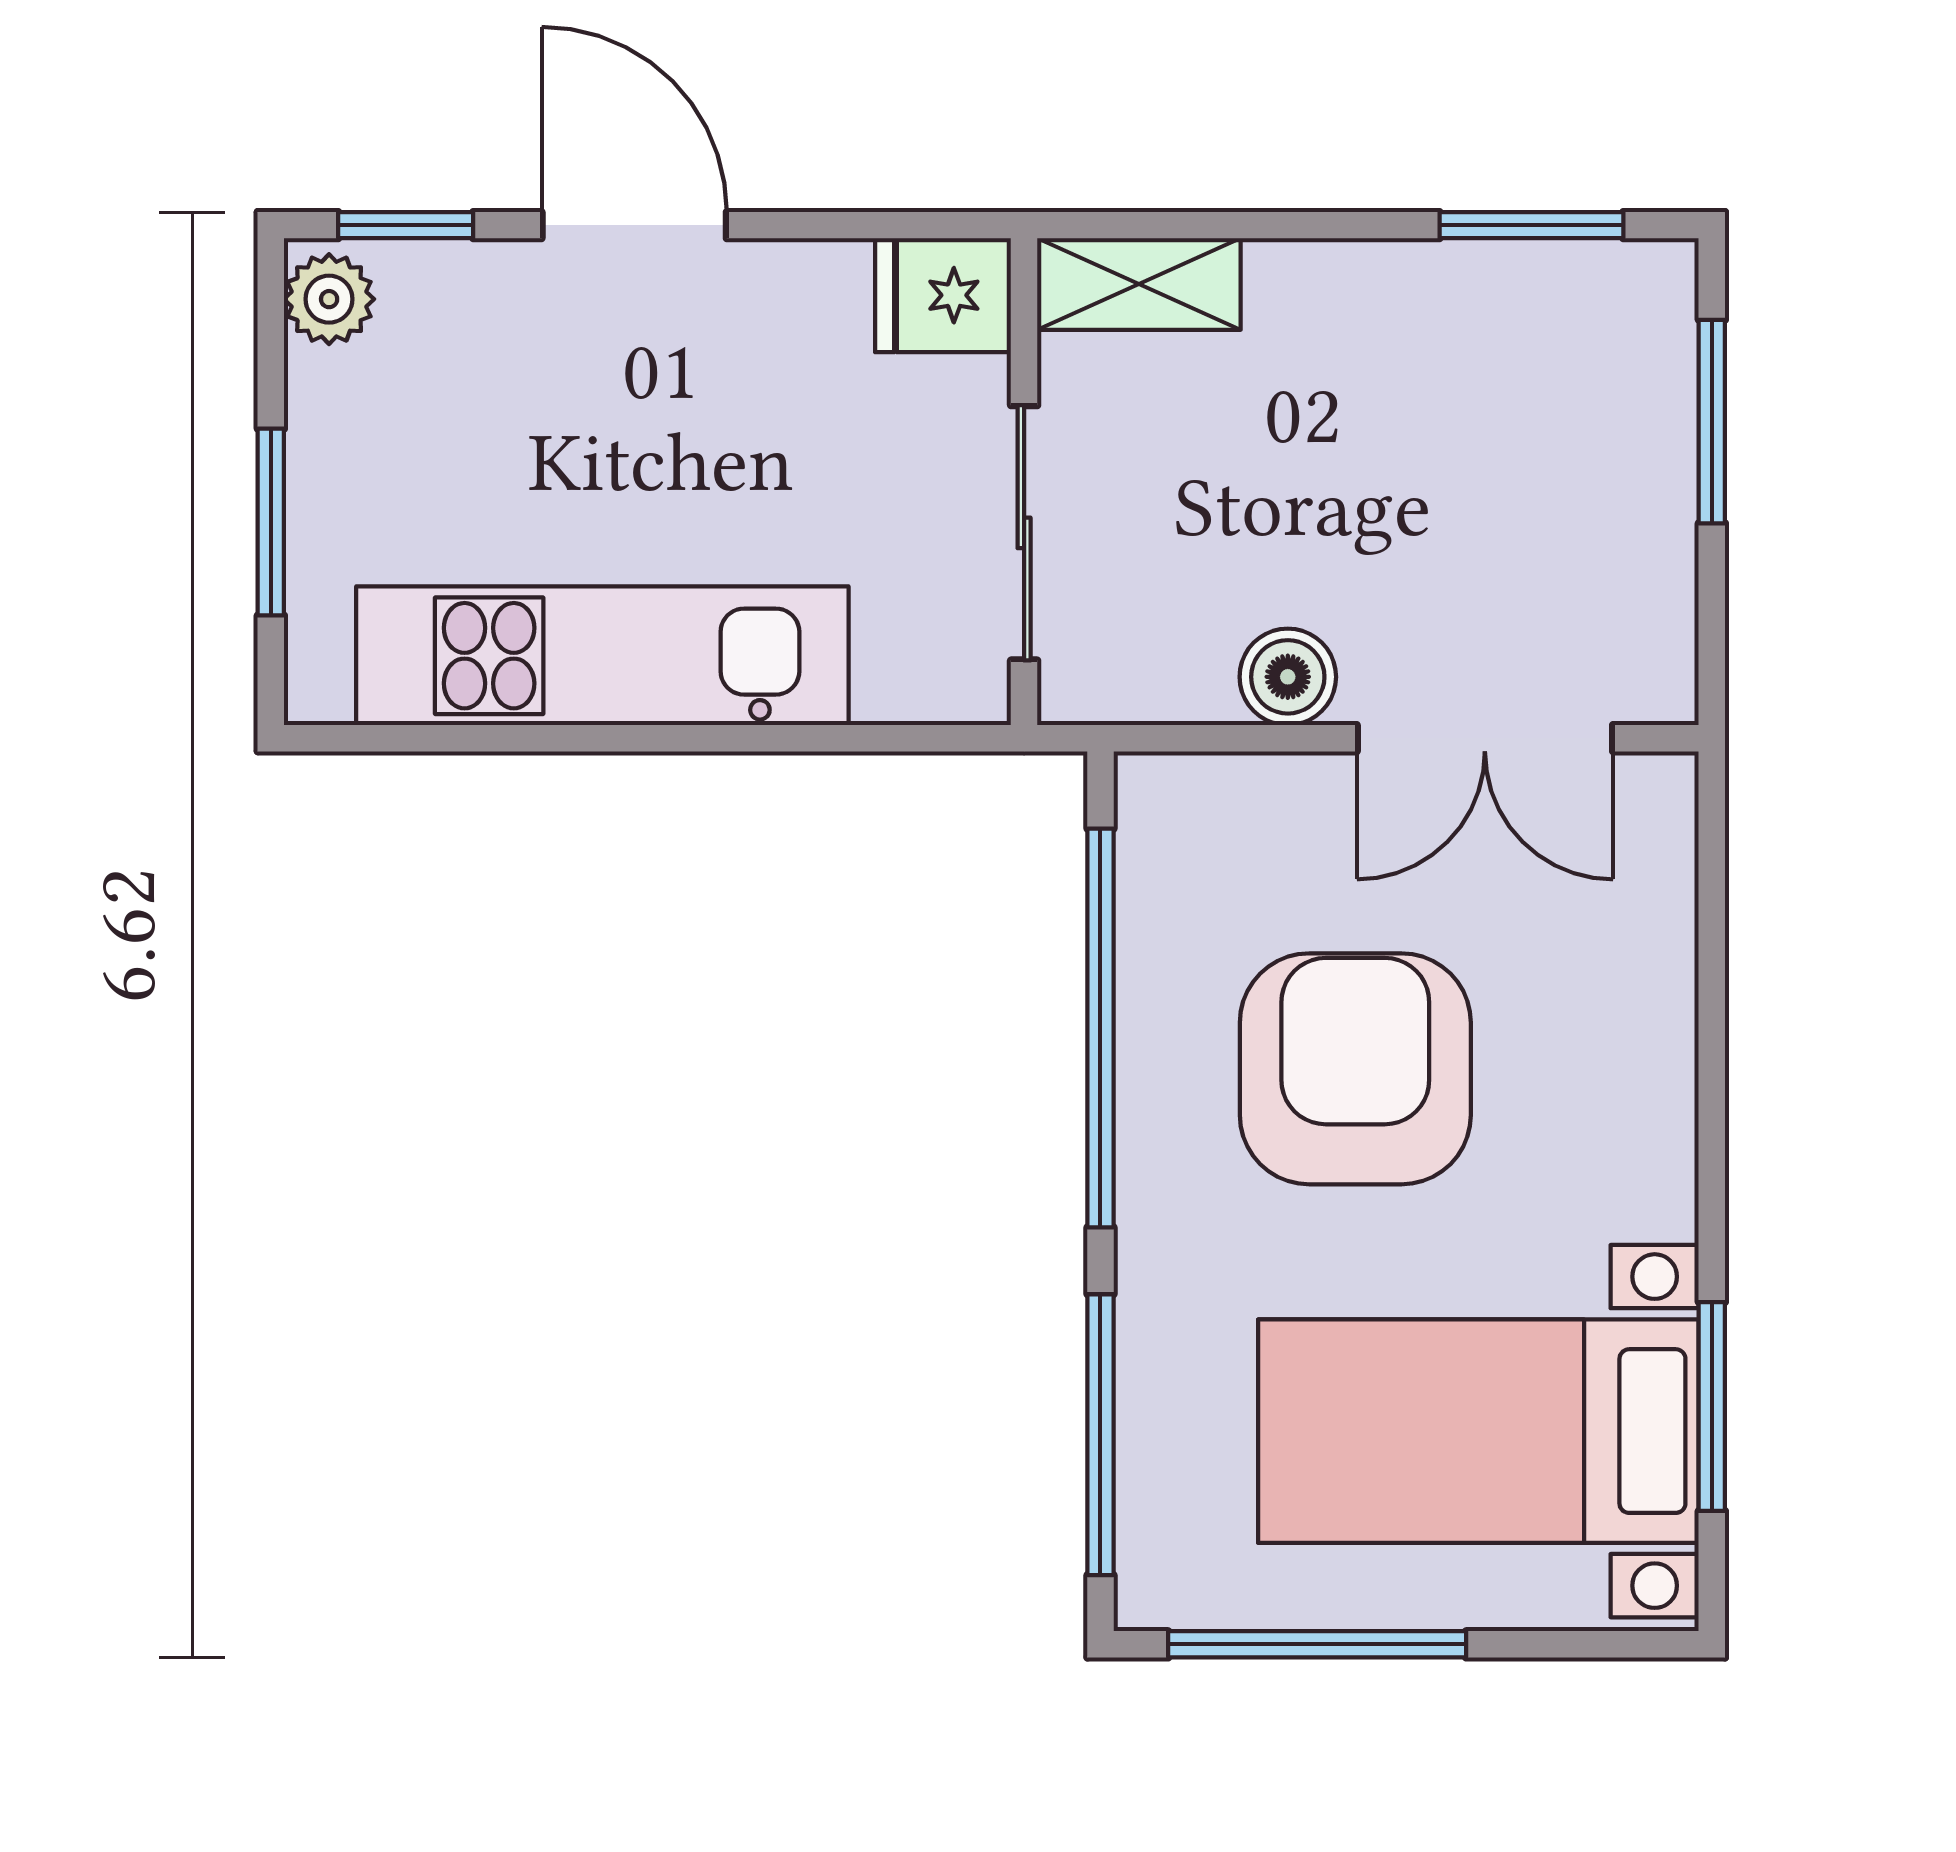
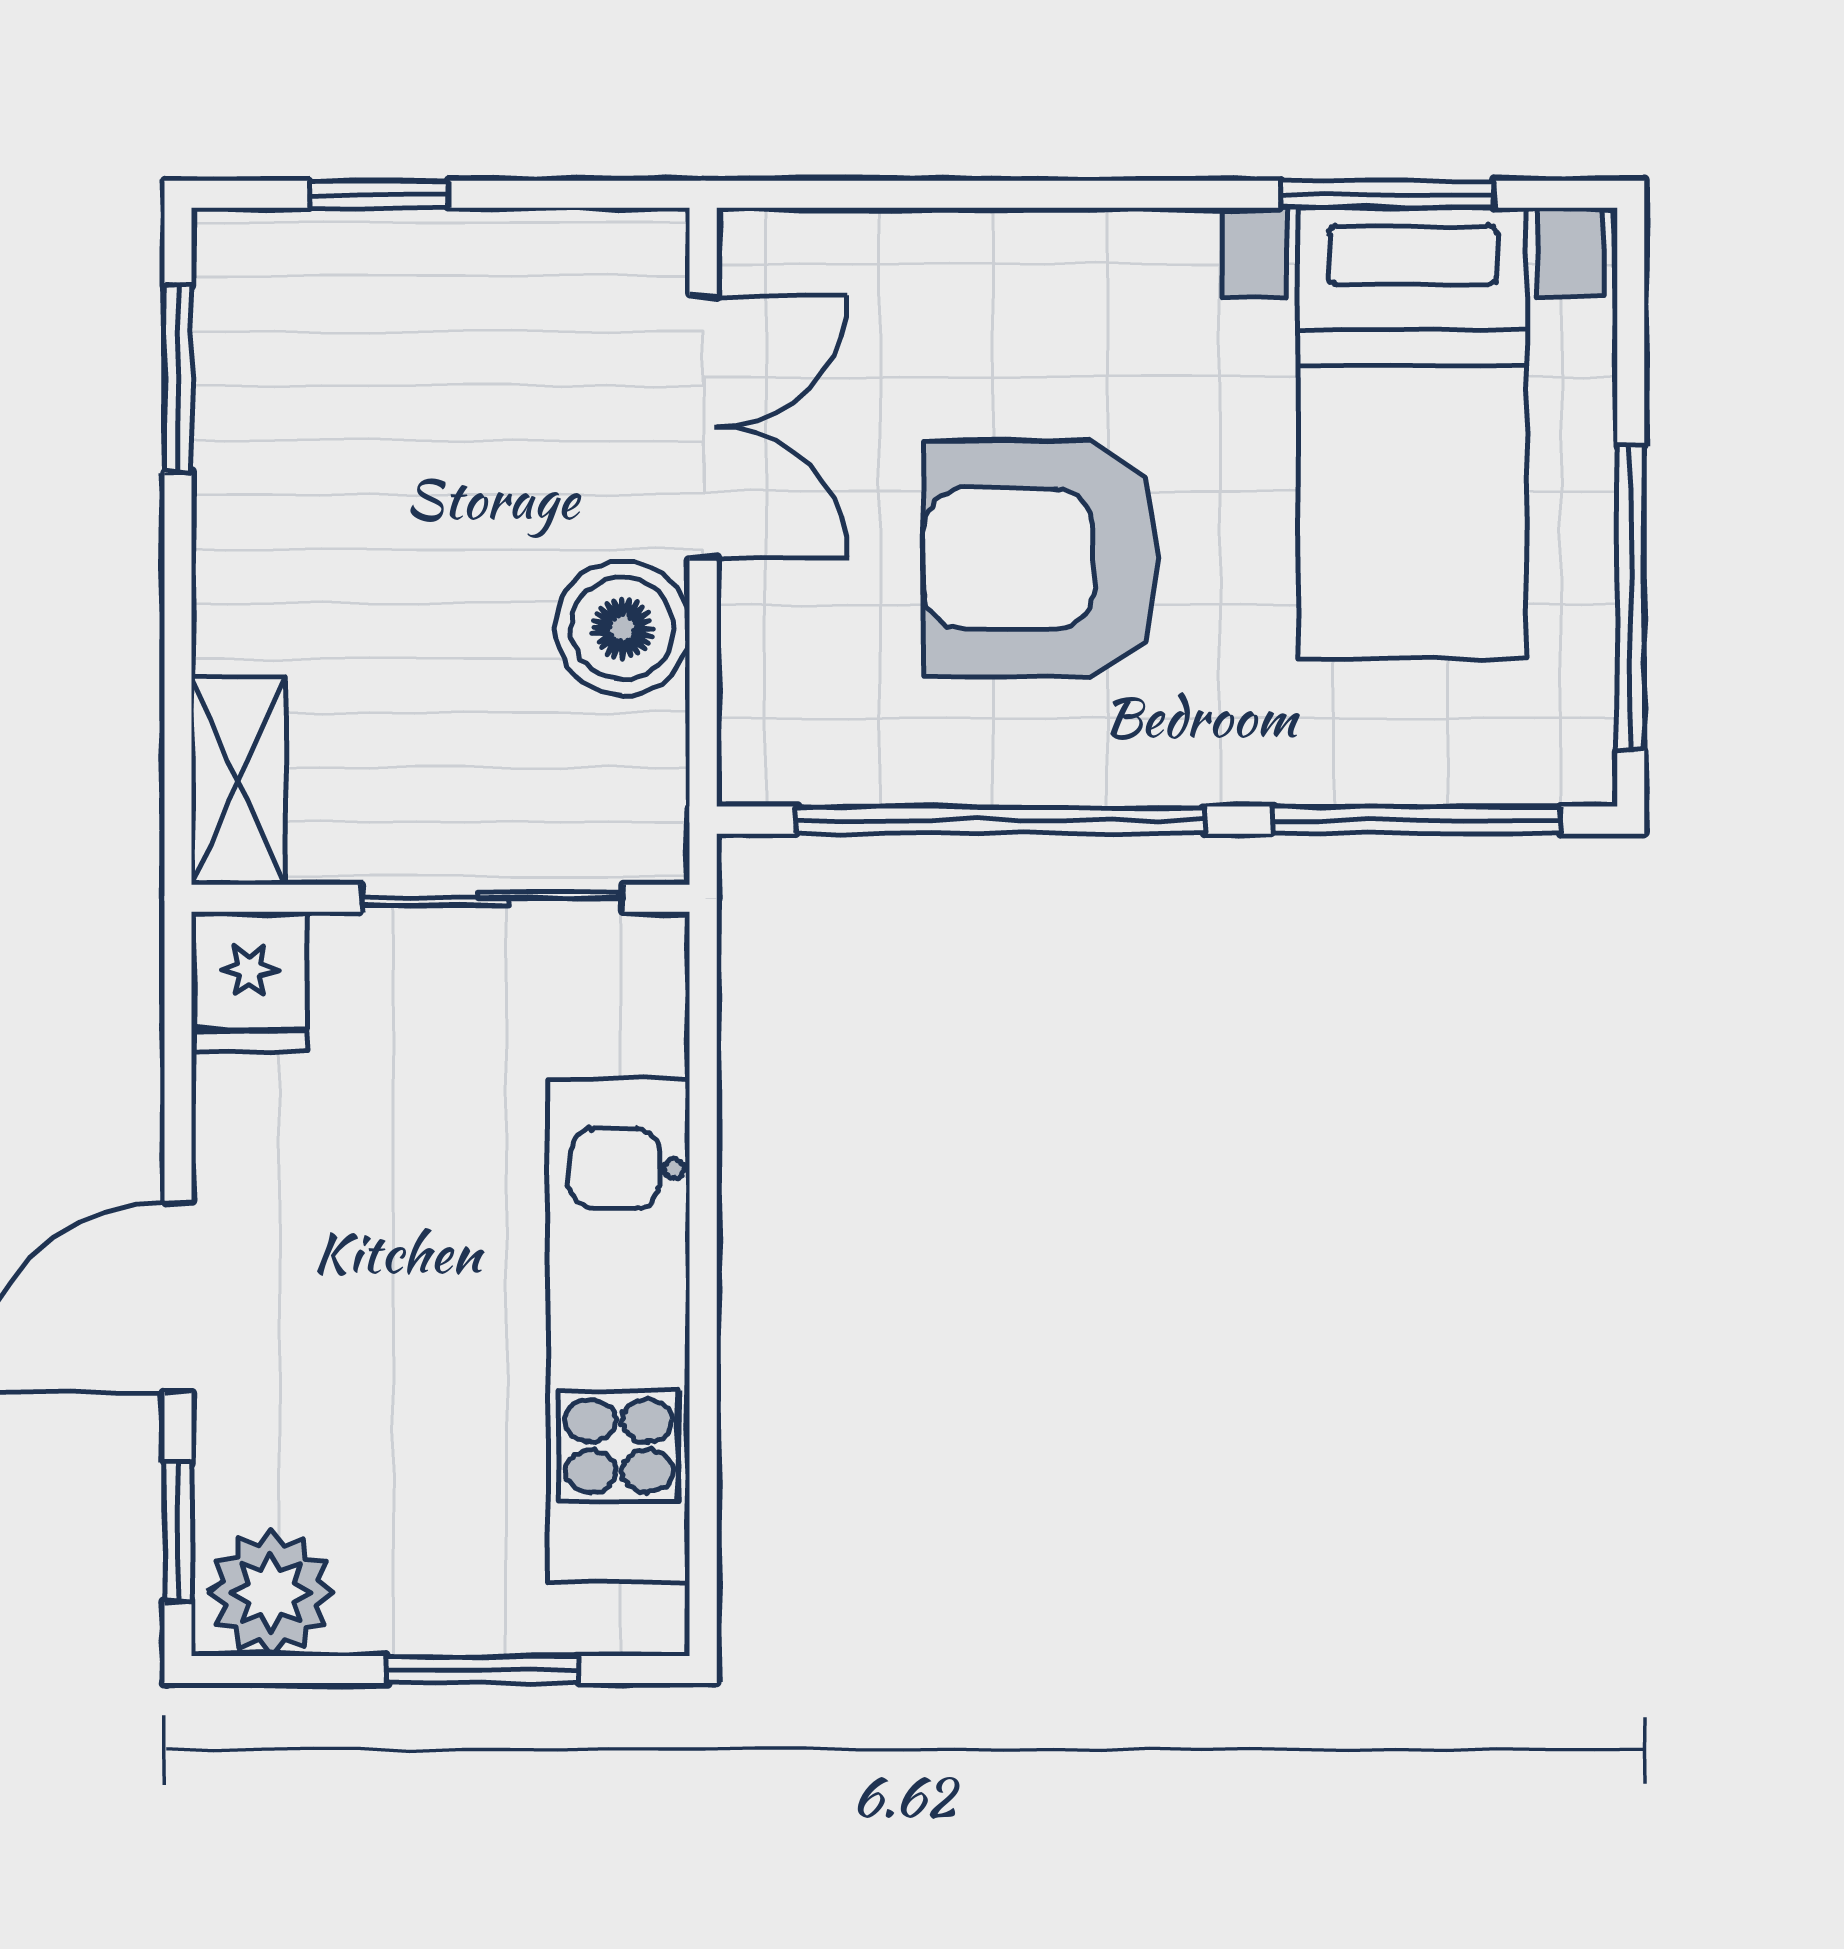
plant: (329, 299) -> (271, 1593), width x1.38, depth x1.38
window: (1712, 422) -> (379, 194), width x0.67
boiler: (1288, 677) -> (622, 628), width x1.36, depth x1.36

